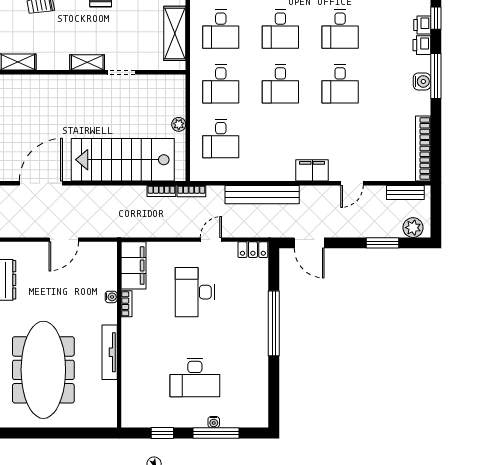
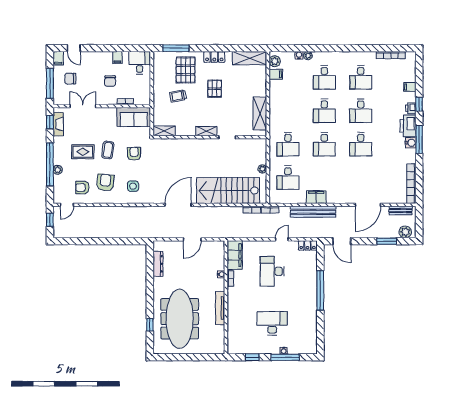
desk: (221, 29) -> (288, 111), removed
printer: (422, 45) -> (408, 126), width x1.87, depth x1.48
filing cabinet: (312, 170) -> (316, 197), moved
door: (352, 183) -> (368, 205), width x1.87
desk: (195, 377) -> (272, 323), turned 180

